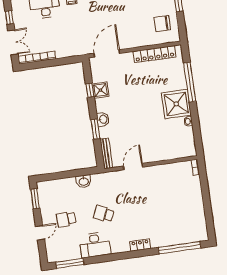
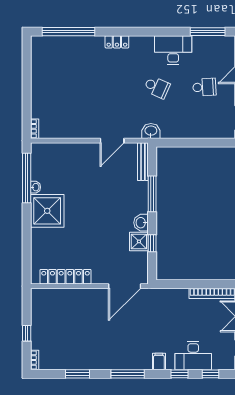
chair: (162, 24) -> (50, 313), removed
window: (190, 82) -> (27, 178), moved
washbasin: (103, 119) -> (141, 223), moved
window: (95, 129) -> (152, 194), width x1.44
washbasin: (84, 181) -> (151, 131), moved

